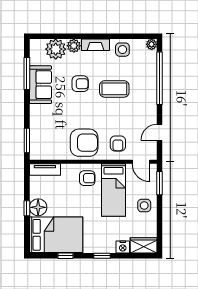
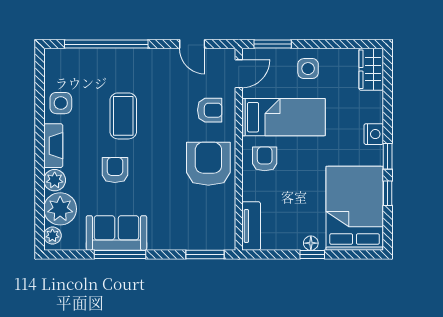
plant: (152, 44) -> (52, 236), moved
window: (27, 73) -> (120, 255), moved
floor lamp: (38, 207) -> (311, 243), width x0.53, depth x0.53
nightstand: (123, 247) -> (374, 134), moved
window: (102, 256) -> (388, 156), moved

